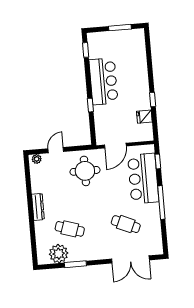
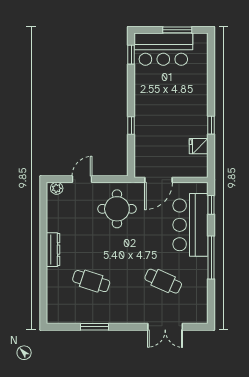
bar counter: (103, 81) -> (163, 49), moved, turned 90
plant: (59, 254) -> (74, 312), removed
double door: (130, 259) -> (165, 327), width x0.73

